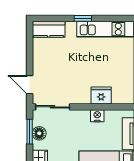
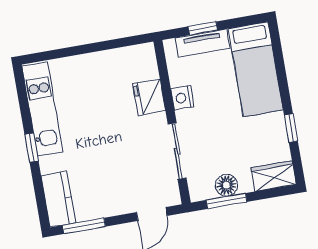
window: (30, 42) -> (84, 226), added
sliding door: (53, 107) -> (177, 151), moved

